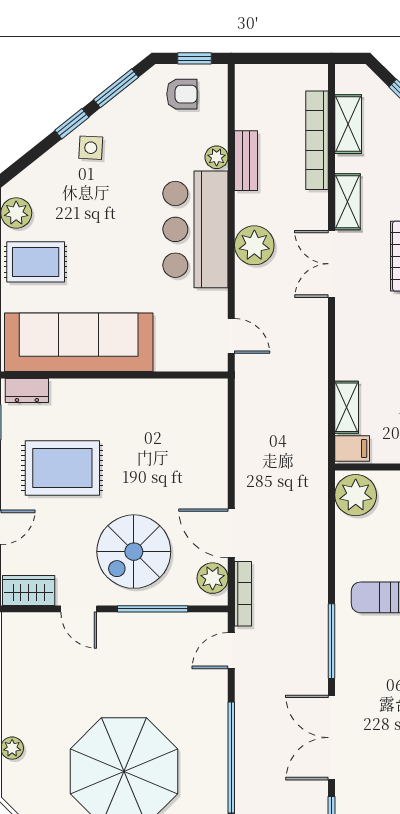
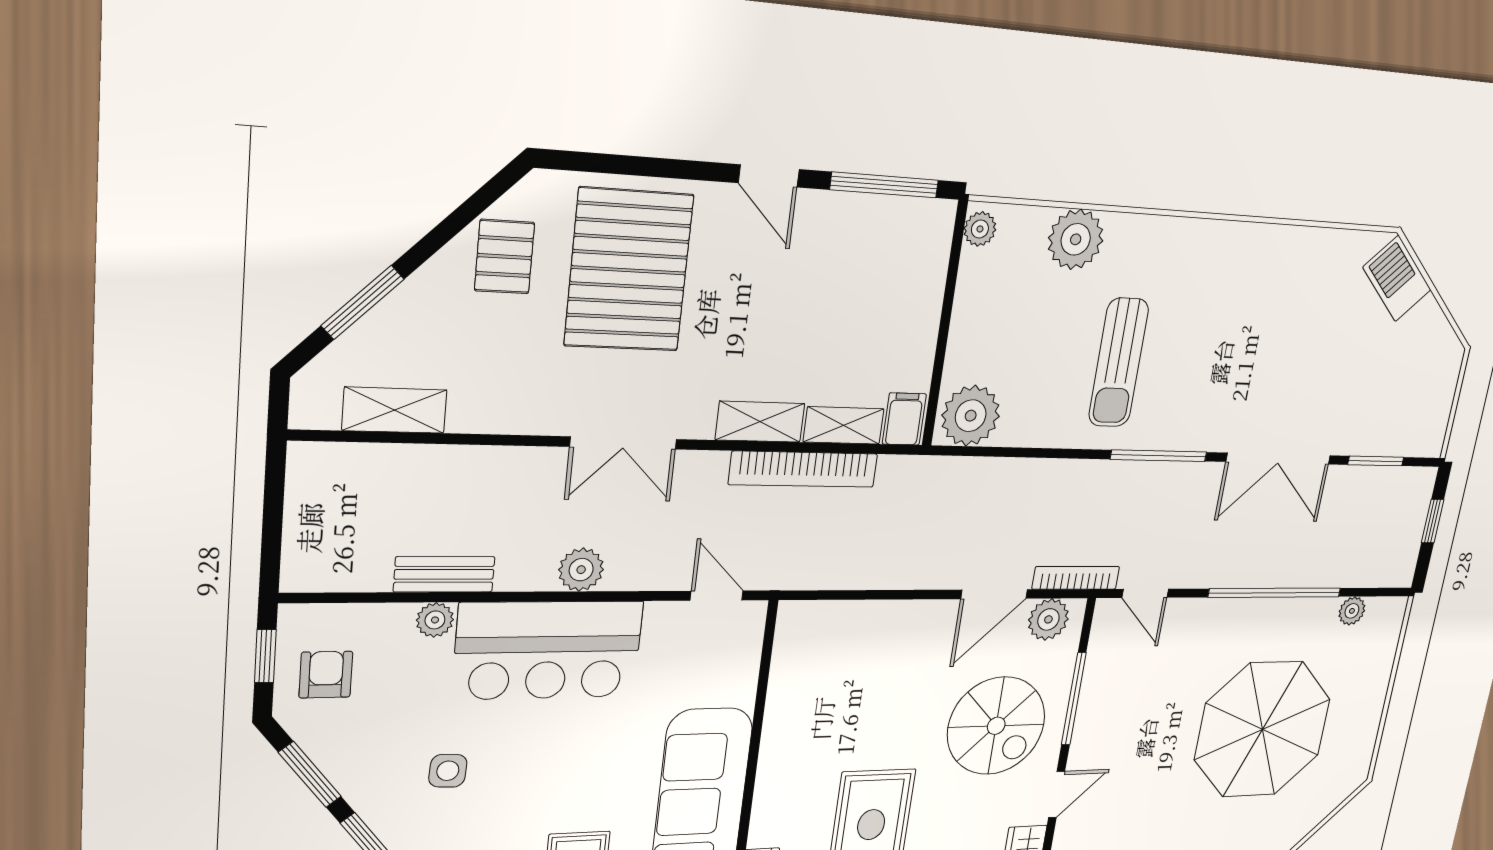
bookcase: (317, 140) -> (803, 469), moved
side table: (91, 148) -> (448, 771), moved
shelving: (348, 202) -> (760, 422), moved
plant: (254, 245) -> (581, 570), width x0.73, depth x0.73
door: (231, 336) -> (717, 596), hinge flipped

